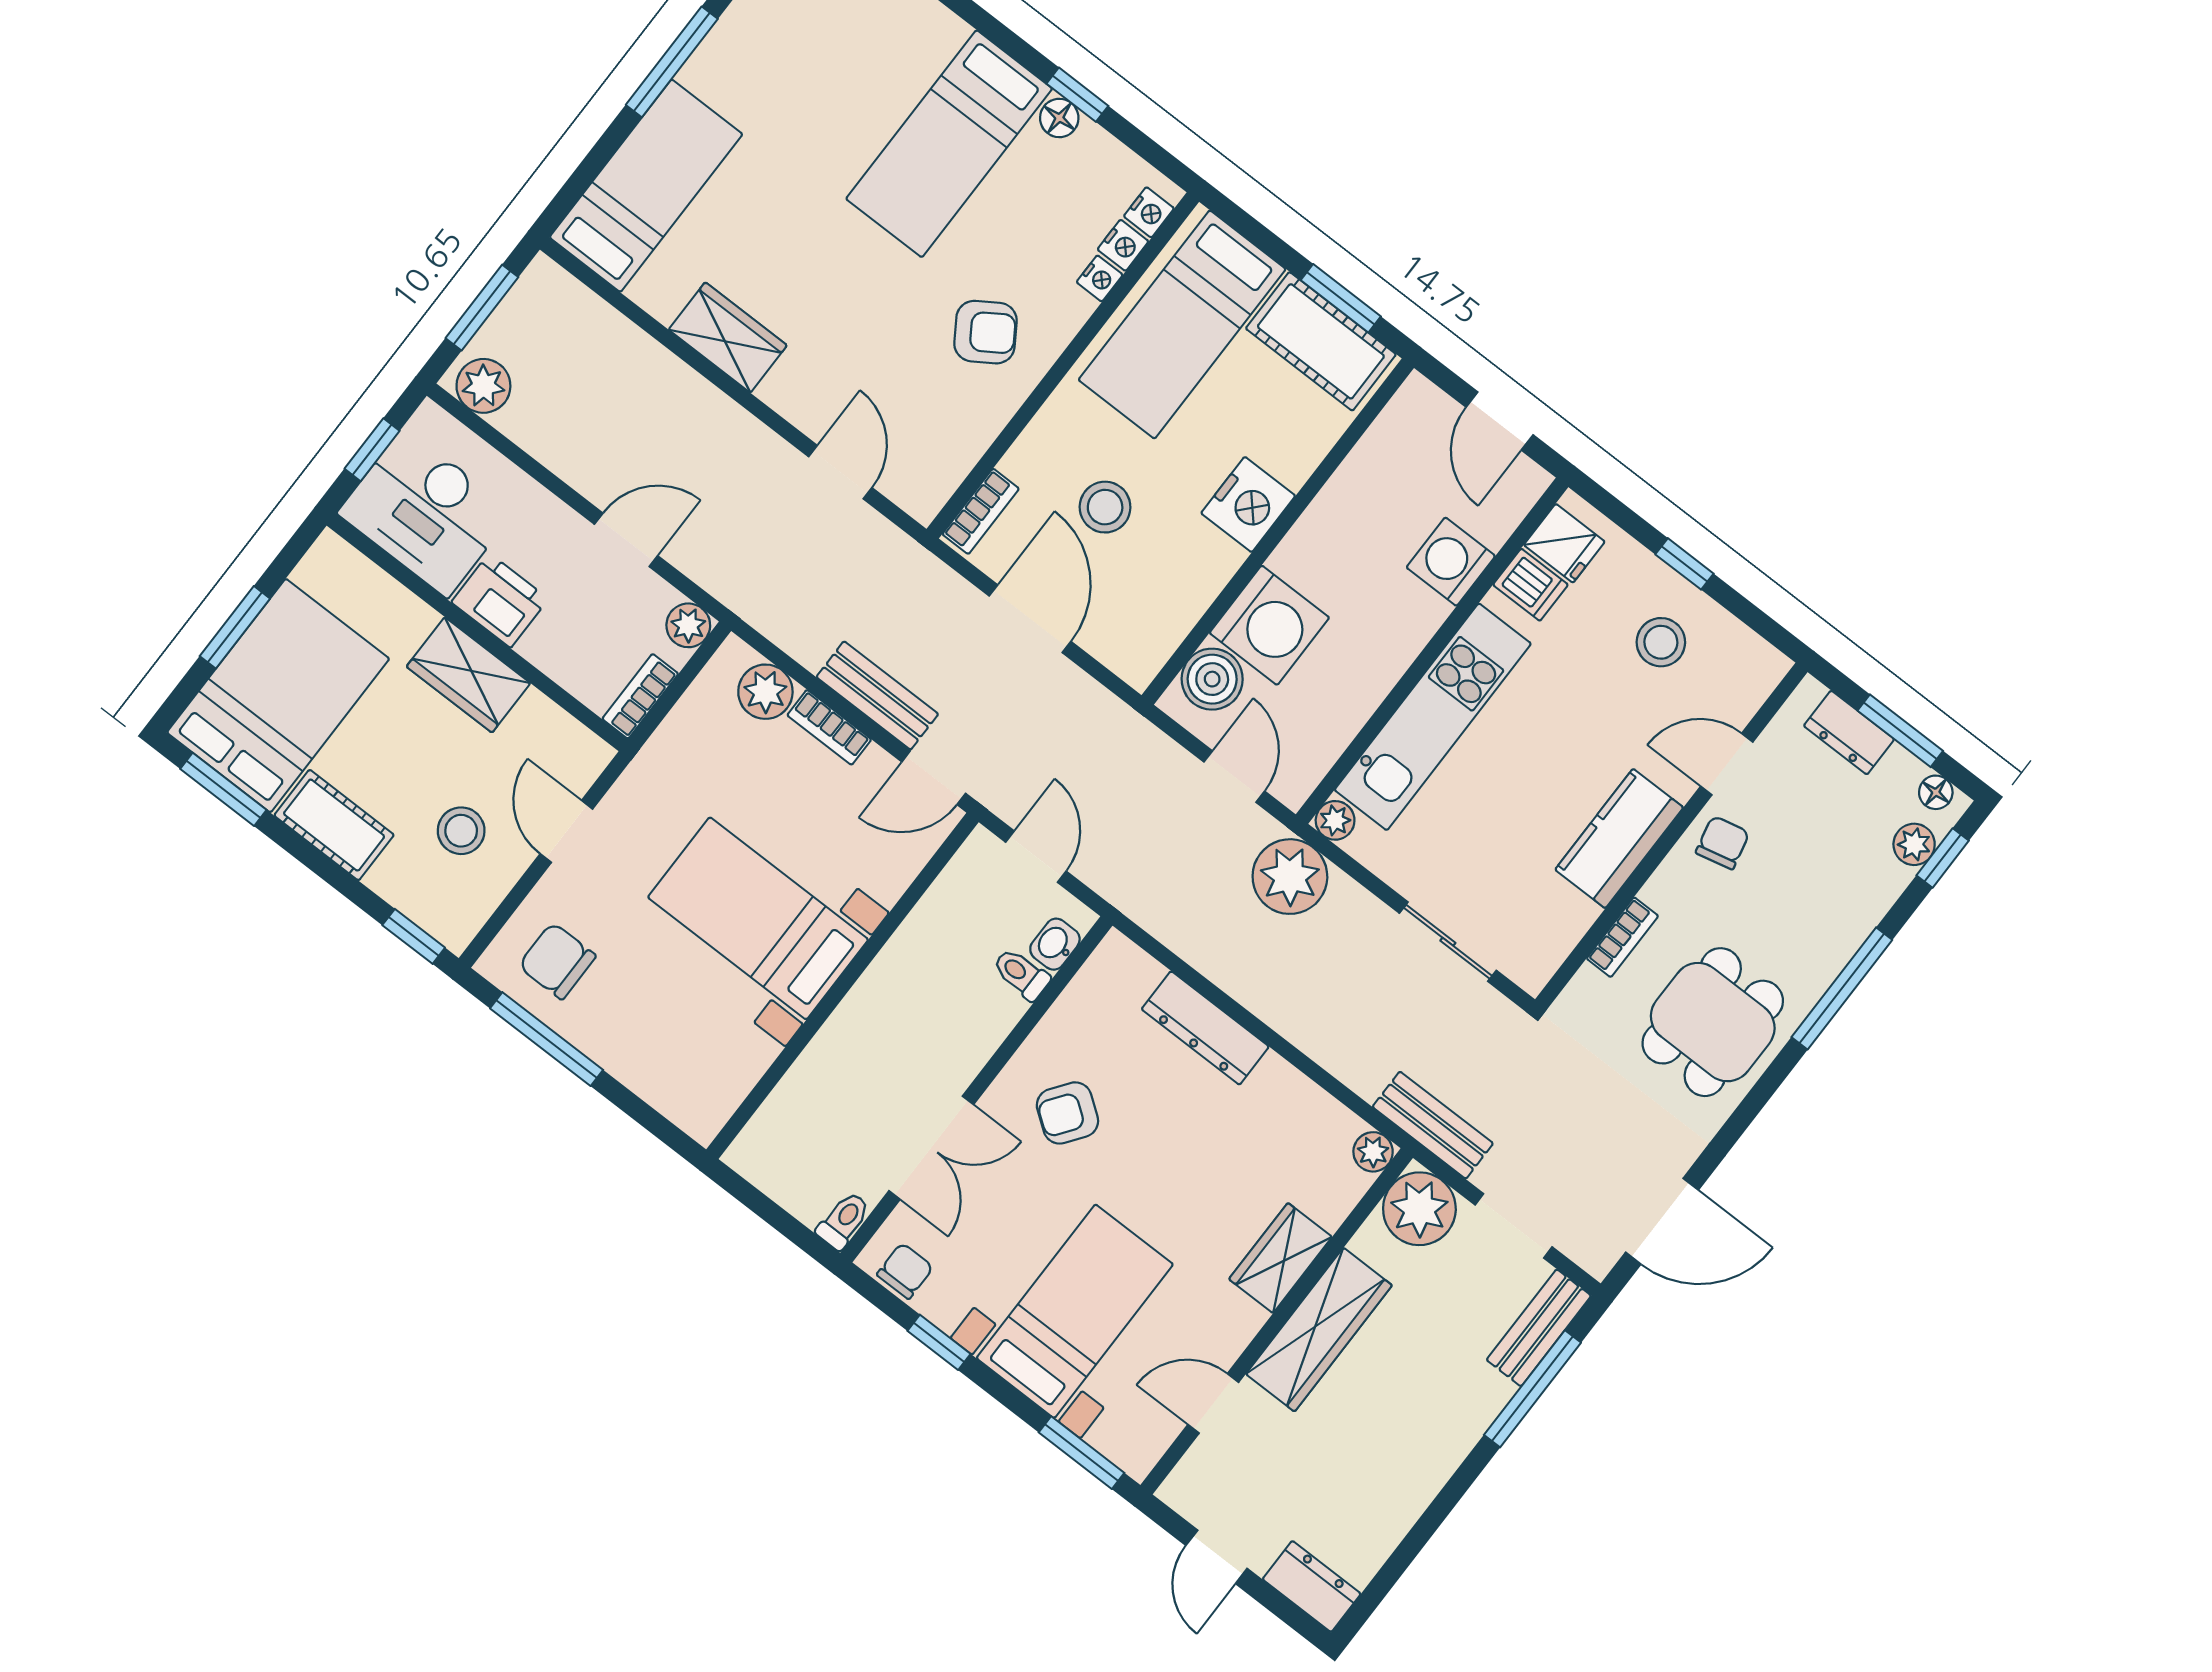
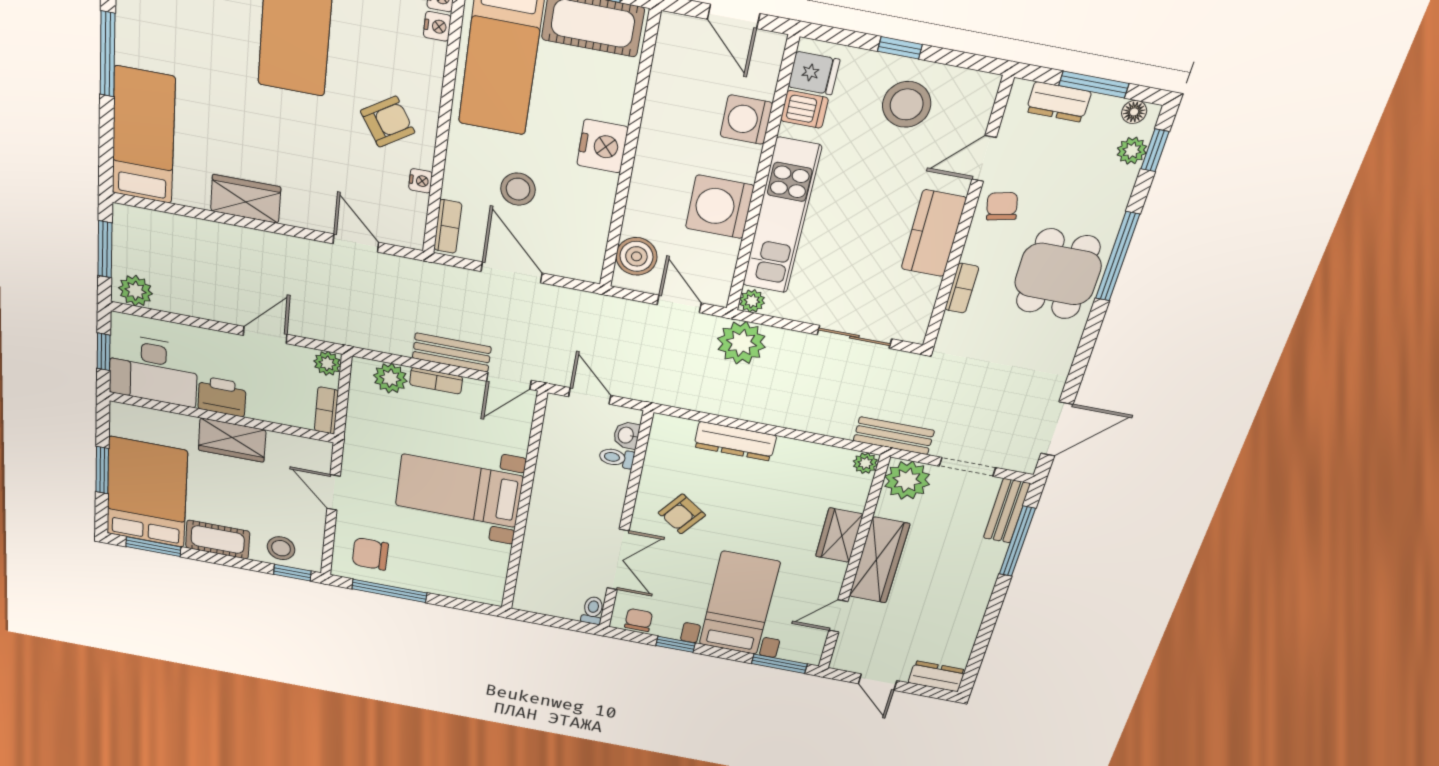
nightstand: (1100, 278) -> (421, 181), moved
washing machine: (1269, 625) -> (720, 207), moved, turned 180
stool: (1661, 642) -> (907, 104), width x1.38, depth x1.38
stool: (461, 831) -> (281, 548), moved
dining table: (1713, 1022) -> (1058, 274), moved

